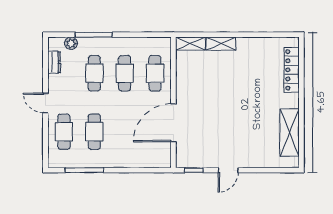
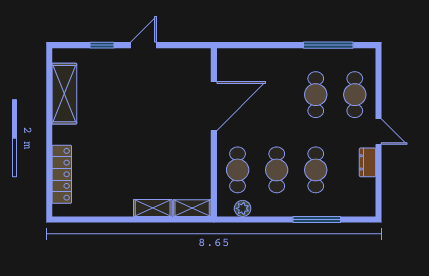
plant: (71, 43) -> (243, 208), moved
dresser: (54, 62) -> (367, 162), moved
window: (194, 170) -> (102, 45), moved

